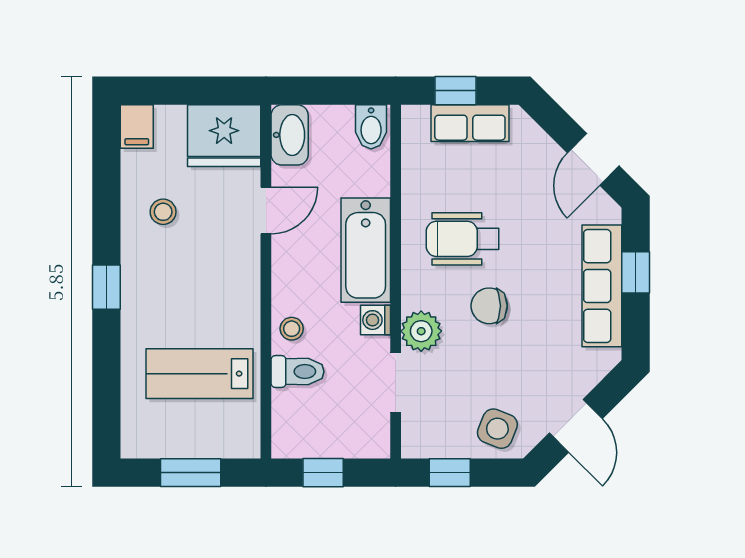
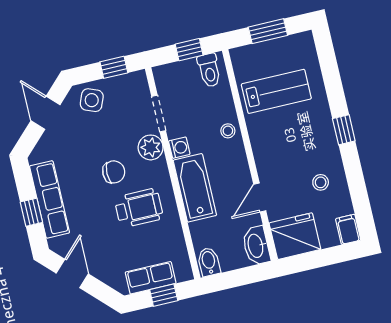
toilet: (297, 372) -> (209, 70), moved, turned -90

